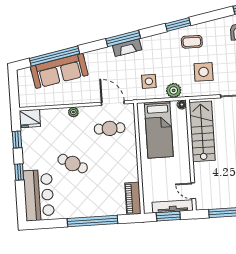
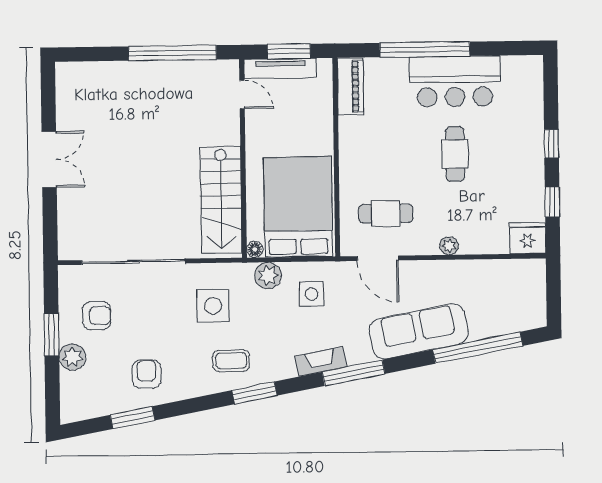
fireplace: (127, 48) -> (321, 361), moved
sofa: (59, 71) -> (419, 331), moved
bed: (159, 130) -> (298, 207), width x1.50
cafe table: (73, 164) -> (455, 154), turned 63
bar counter: (39, 195) -> (455, 81), moved, turned -90

